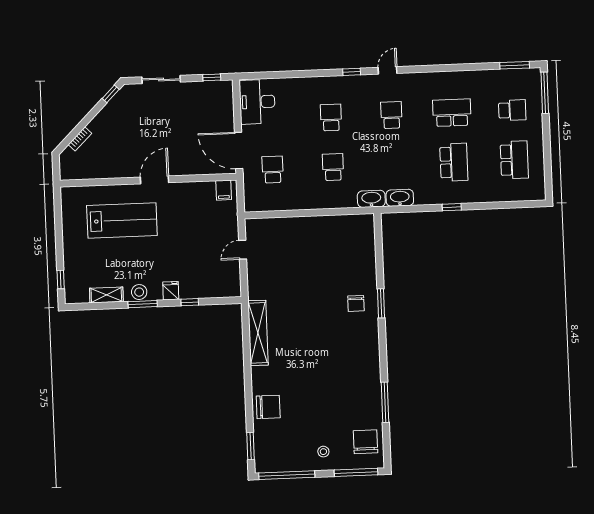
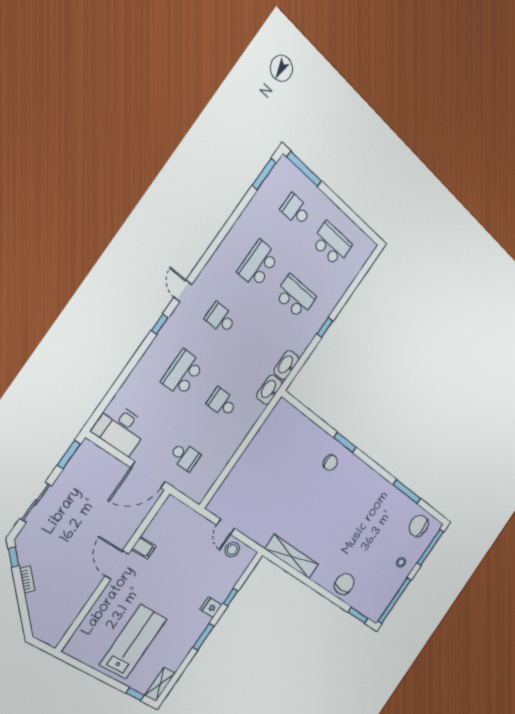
window: (212, 77) -> (69, 455), width x1.50
school desk: (512, 110) -> (296, 210), turned -90
school desk: (331, 117) -> (183, 373), width x1.85
bookcase: (80, 139) -> (27, 580), moved
school desk: (273, 169) -> (185, 456), turned 180
filing cabinet: (224, 190) -> (144, 548), moved
lab bench: (122, 220) -> (133, 642), moved
stool: (139, 292) -> (232, 550), moved
shelving: (106, 295) -> (160, 684), moved

